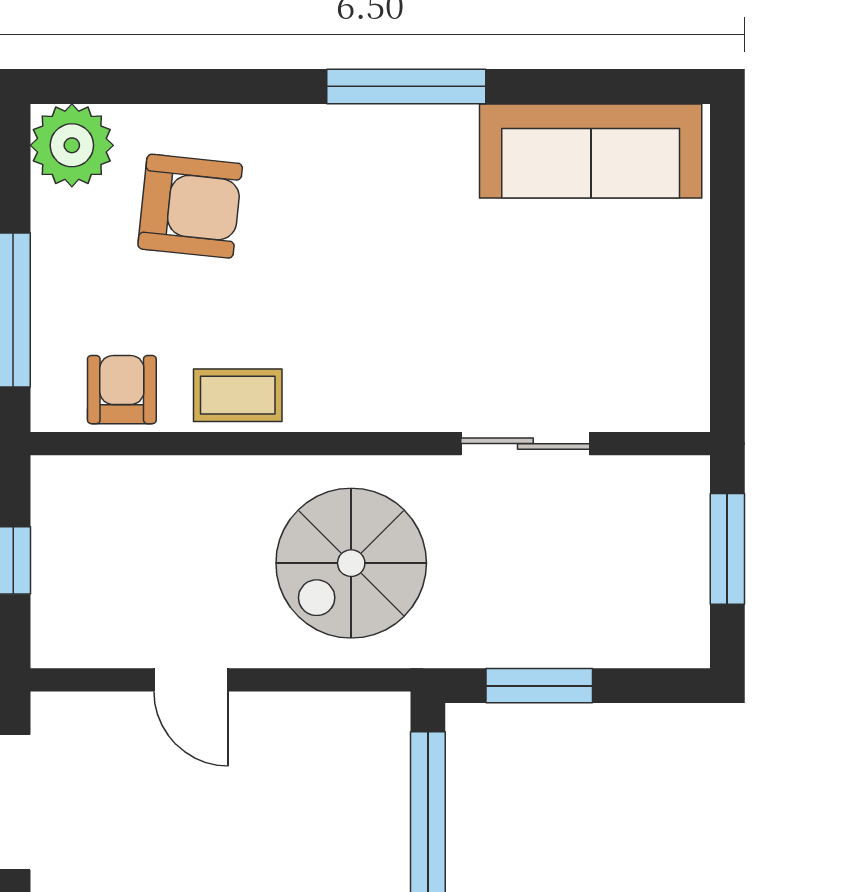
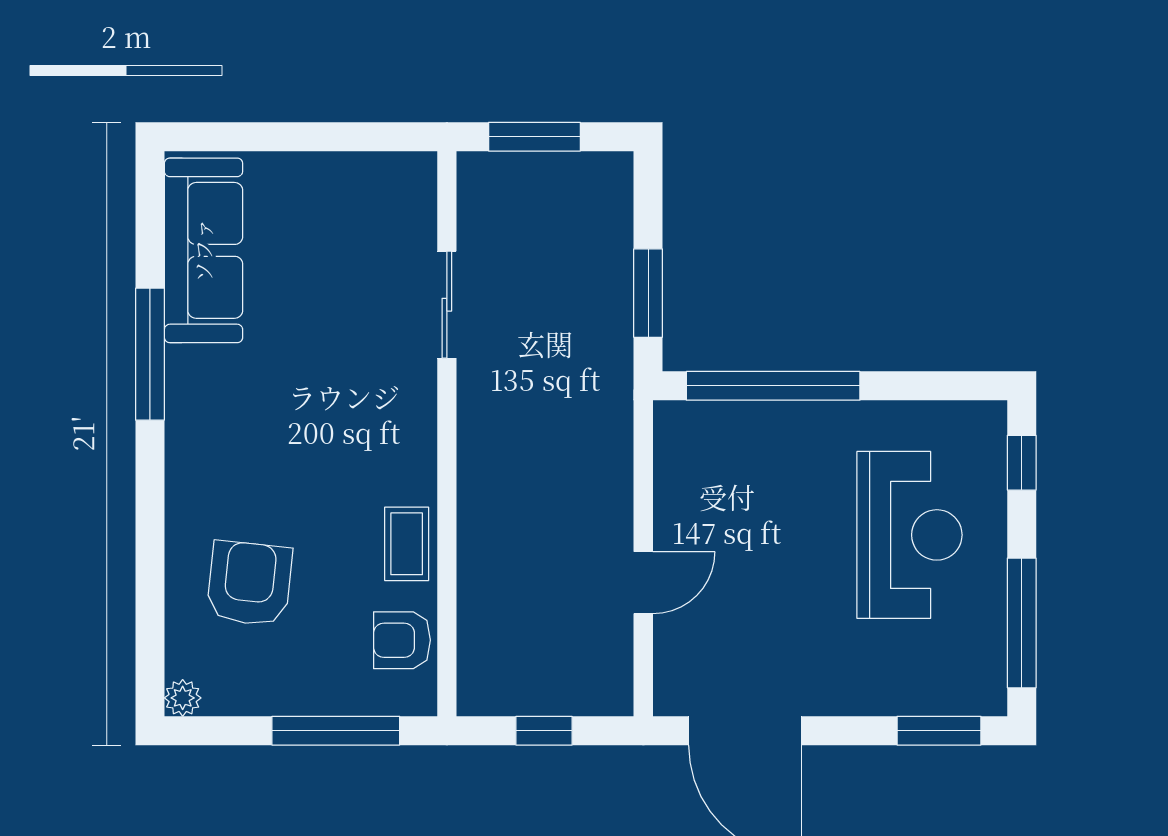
window: (406, 86) -> (150, 354), moved
plant: (72, 145) -> (183, 698), width x0.53, depth x0.53
spiral stairs: (351, 563) -> (546, 450), removed

